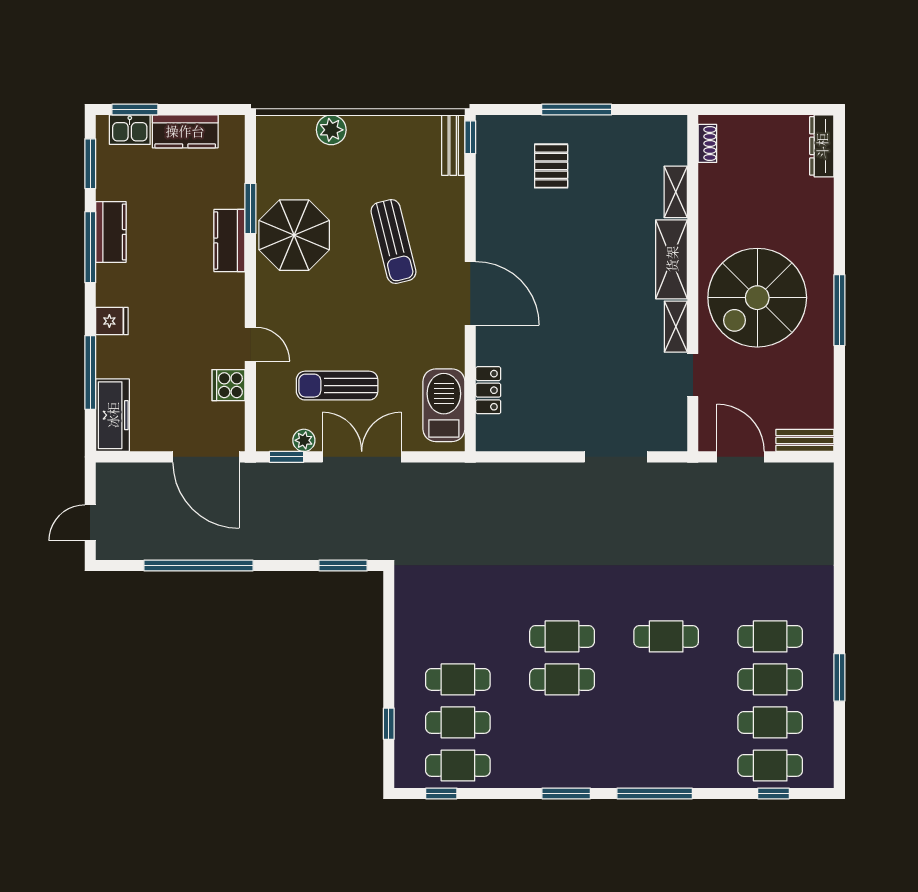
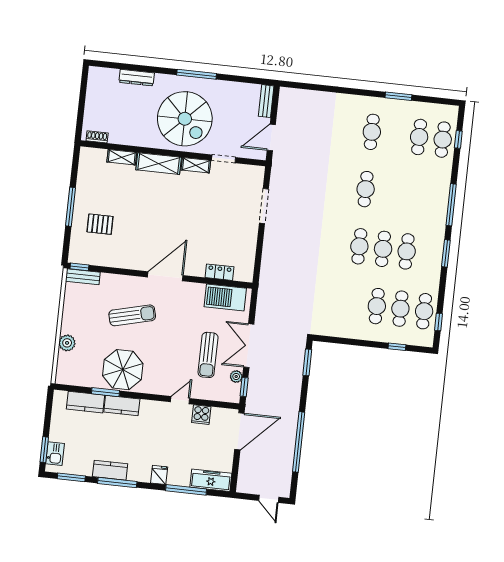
kitchen counter: (185, 131) -> (85, 402), moved, turned 90
dresser: (822, 146) -> (137, 78), moved
cafe table: (770, 679) -> (407, 251), moved

